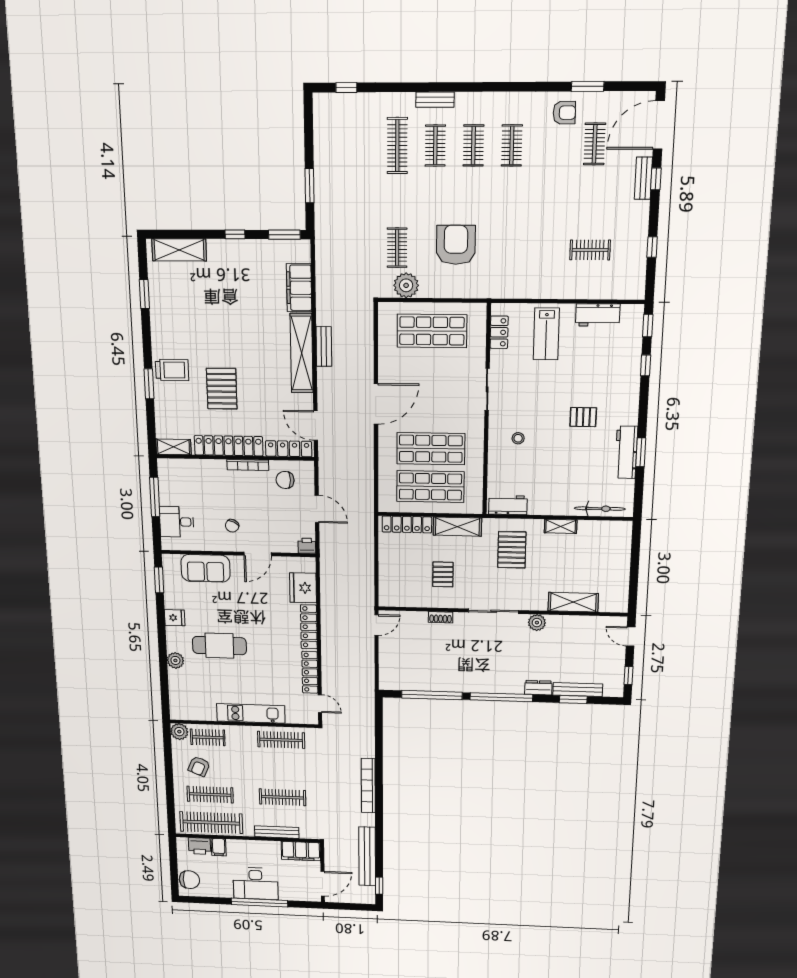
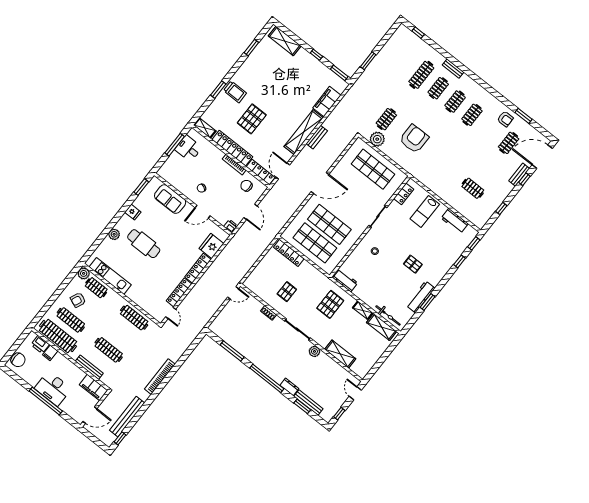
desk: (177, 522) -> (188, 148), moved
shelving: (457, 527) -> (381, 327), moved
window: (432, 695) -> (232, 351), width x0.68
kitchen unit: (251, 713) -> (110, 276), moved

